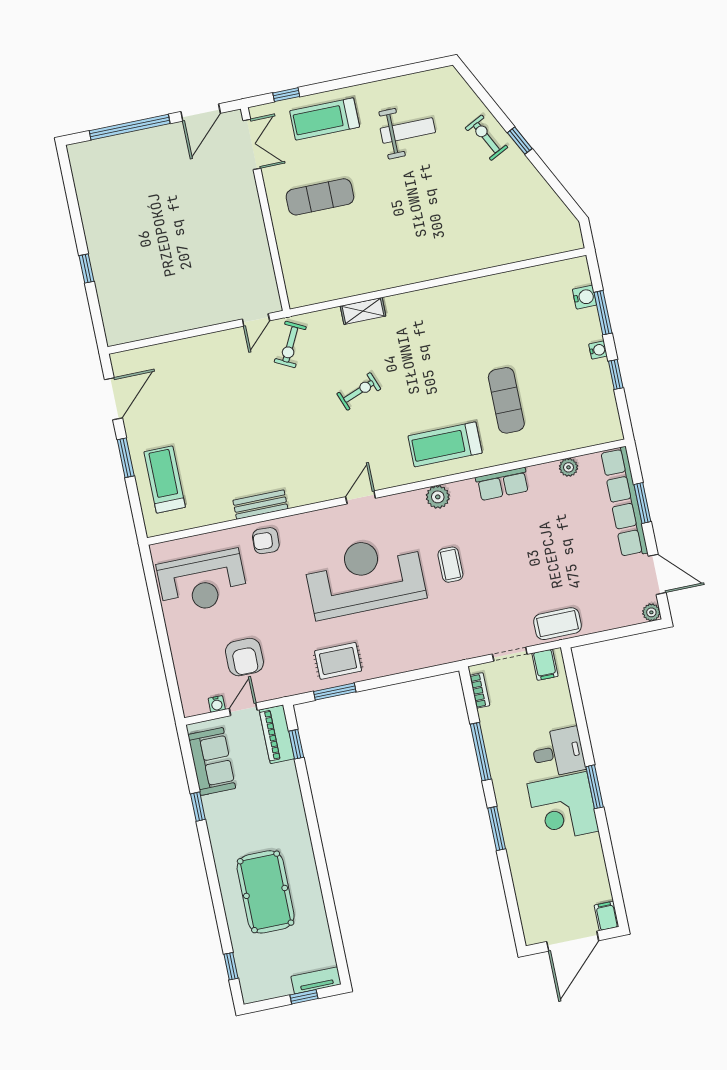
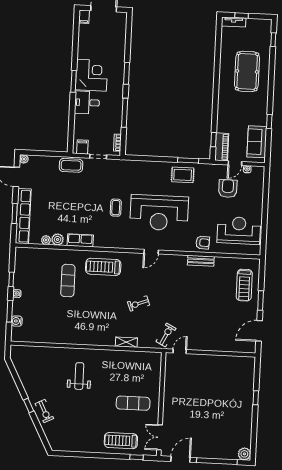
treadmill: (325, 119) -> (121, 441), turned 180
weight bench: (408, 130) -> (79, 376), moved, turned 90
plant: (80, 155) -> (244, 454), added
treadmill: (445, 444) -> (103, 267), turned 180
plant: (438, 497) -> (58, 239), moved

